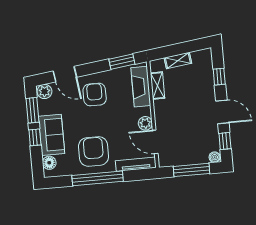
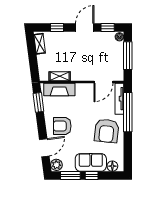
shelving: (178, 60) -> (40, 44), moved
plant: (145, 123) -> (88, 88), removed
armchair: (94, 151) -> (107, 131), turned -84
window: (98, 178) -> (128, 112), moved

